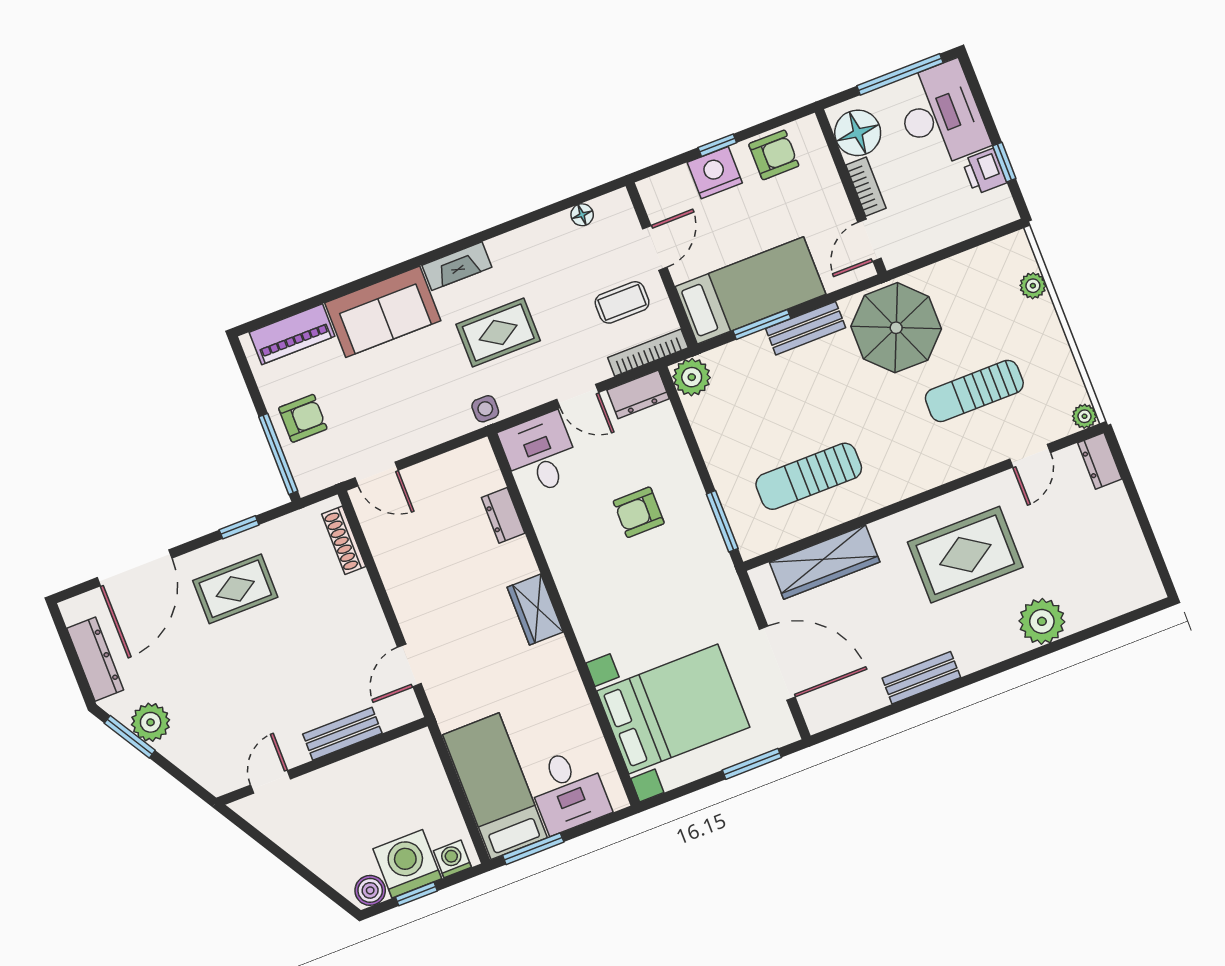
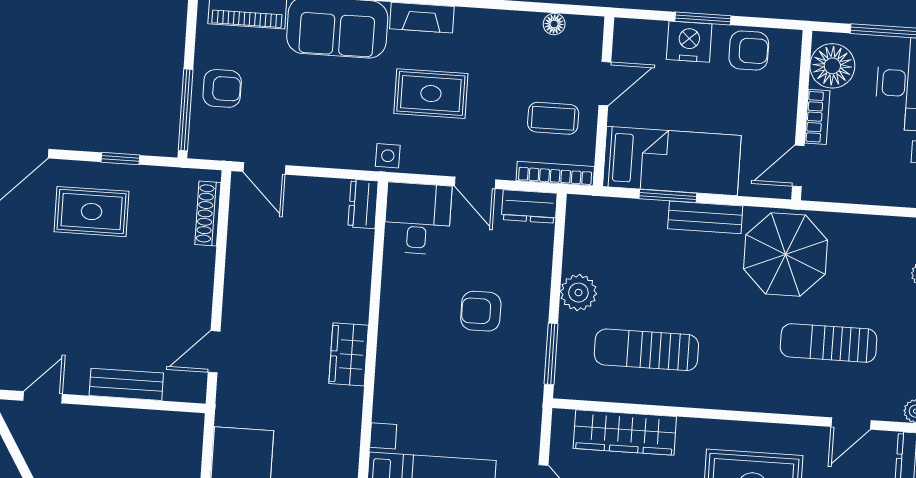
window: (717, 145) -> (703, 18), width x1.50
plant: (692, 377) -> (578, 293), moved
dresser: (503, 515) -> (363, 204), moved

